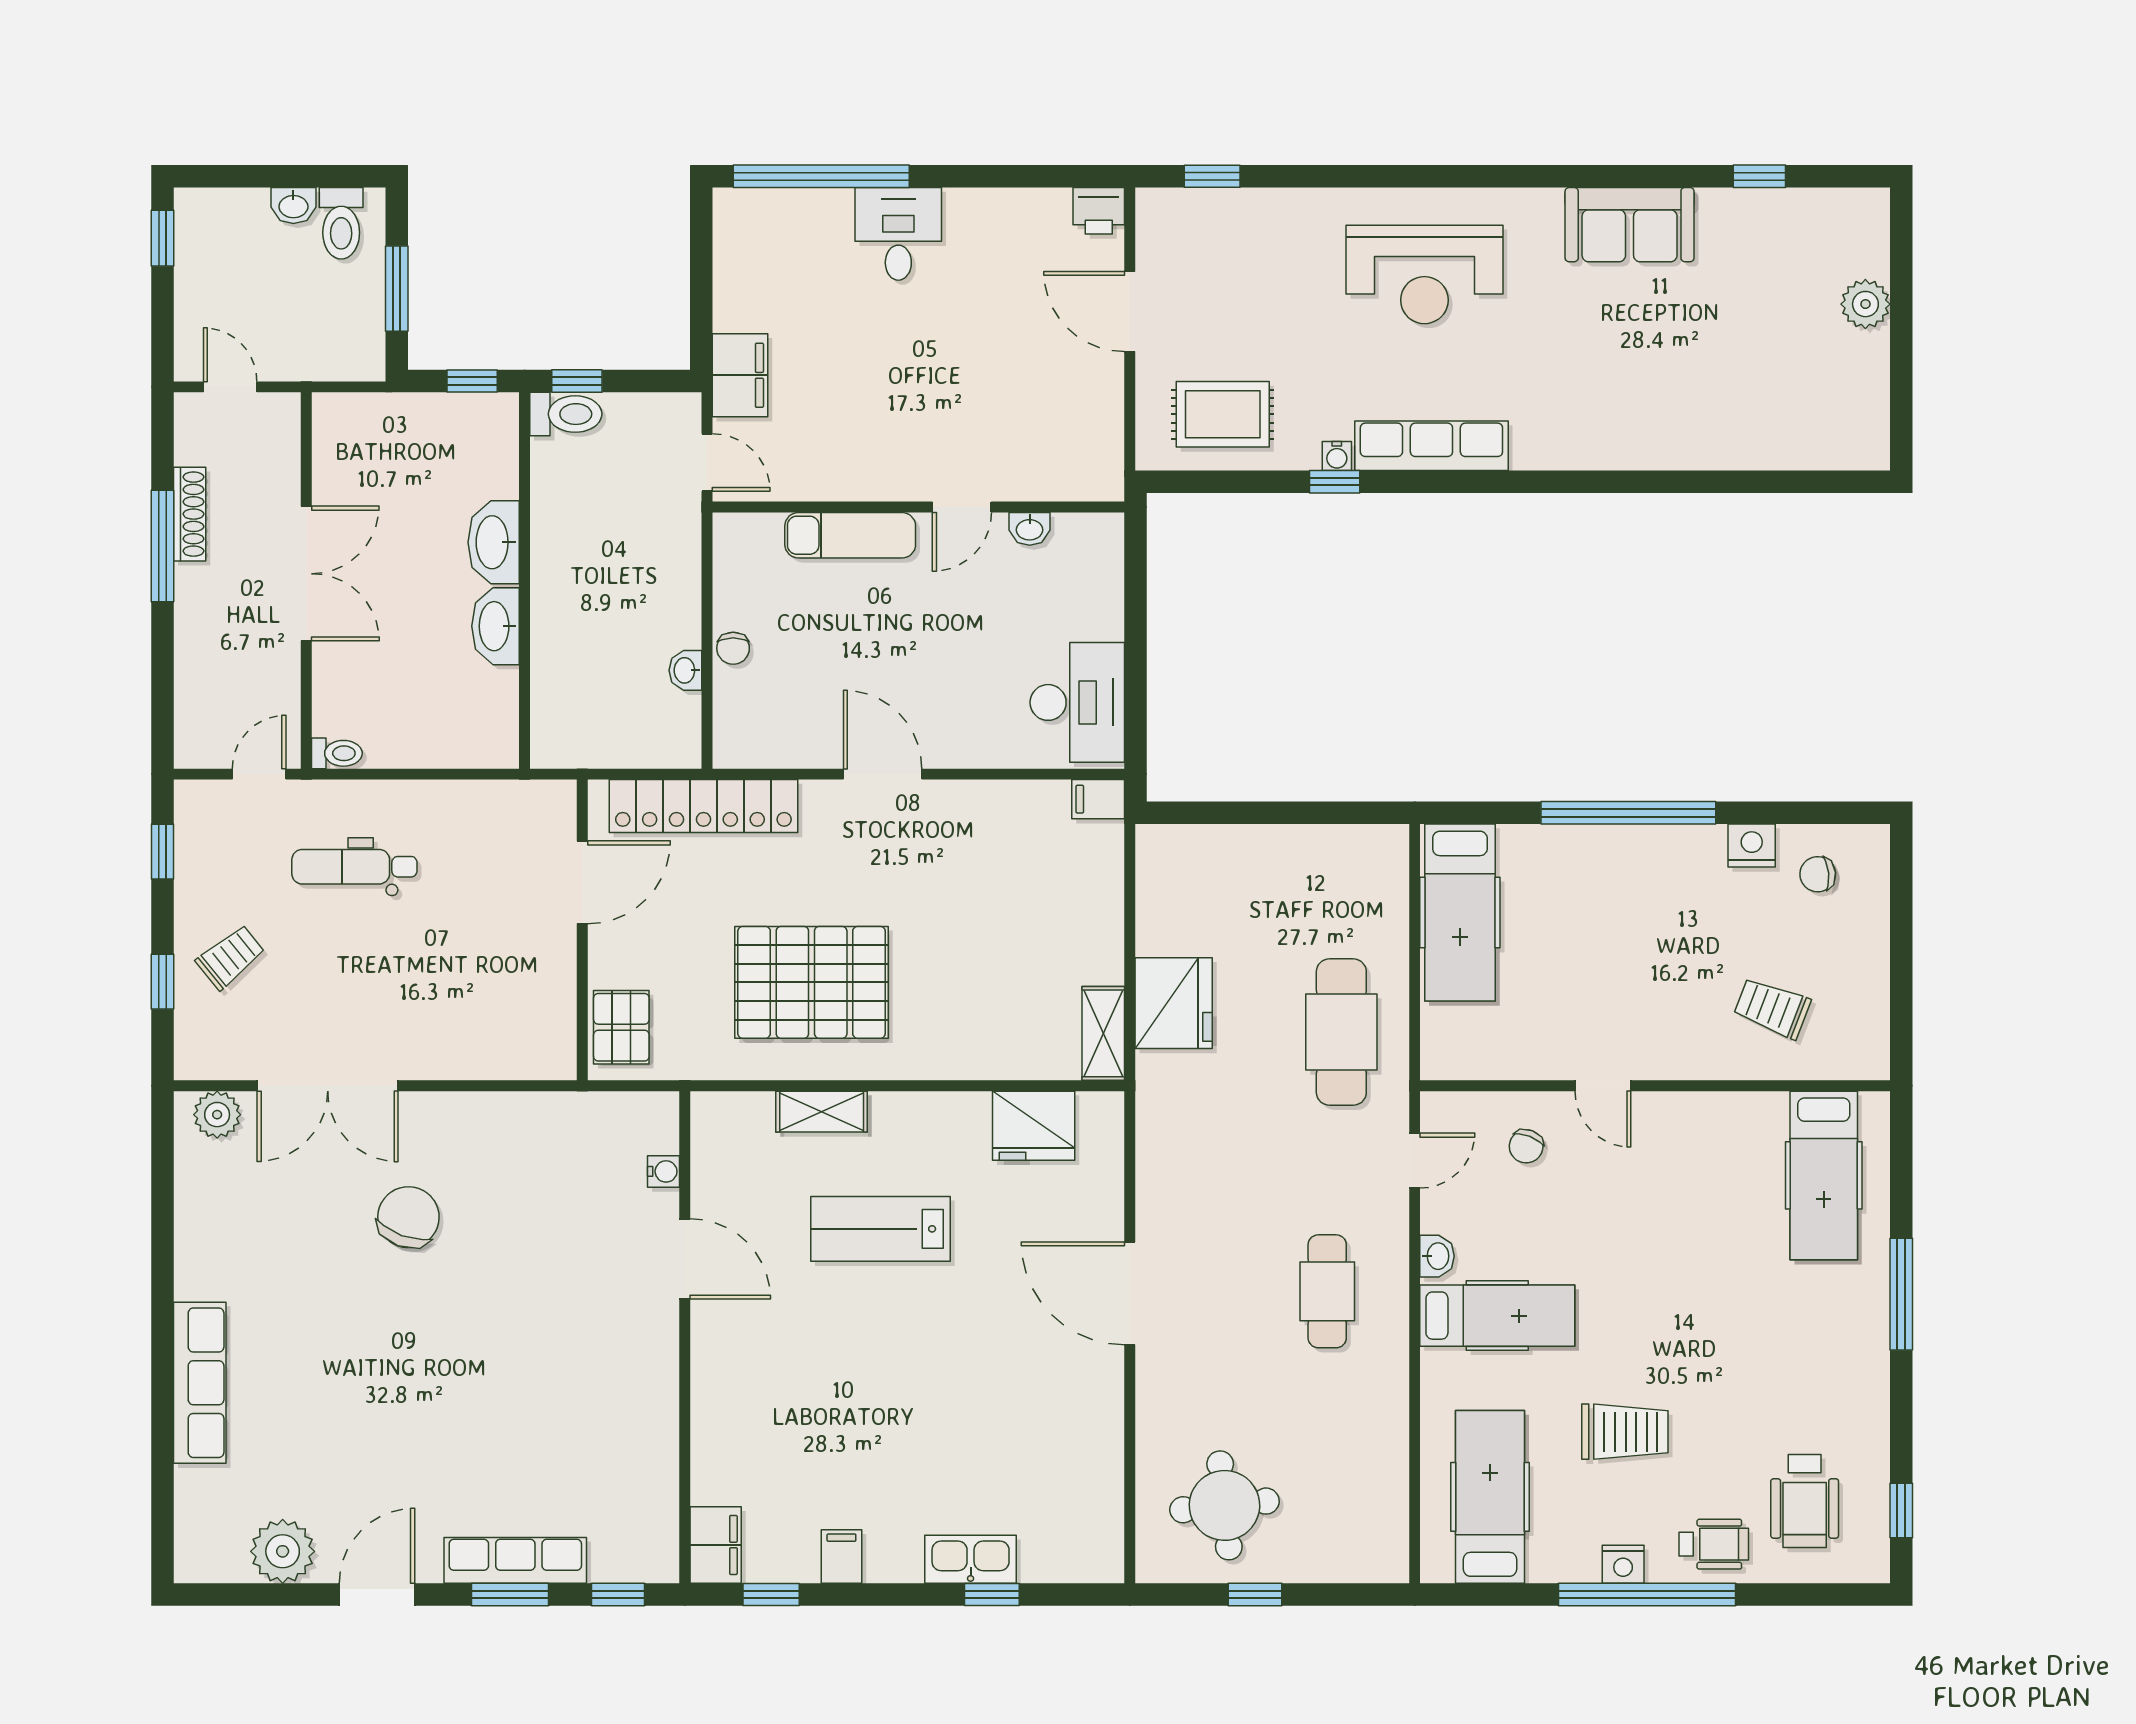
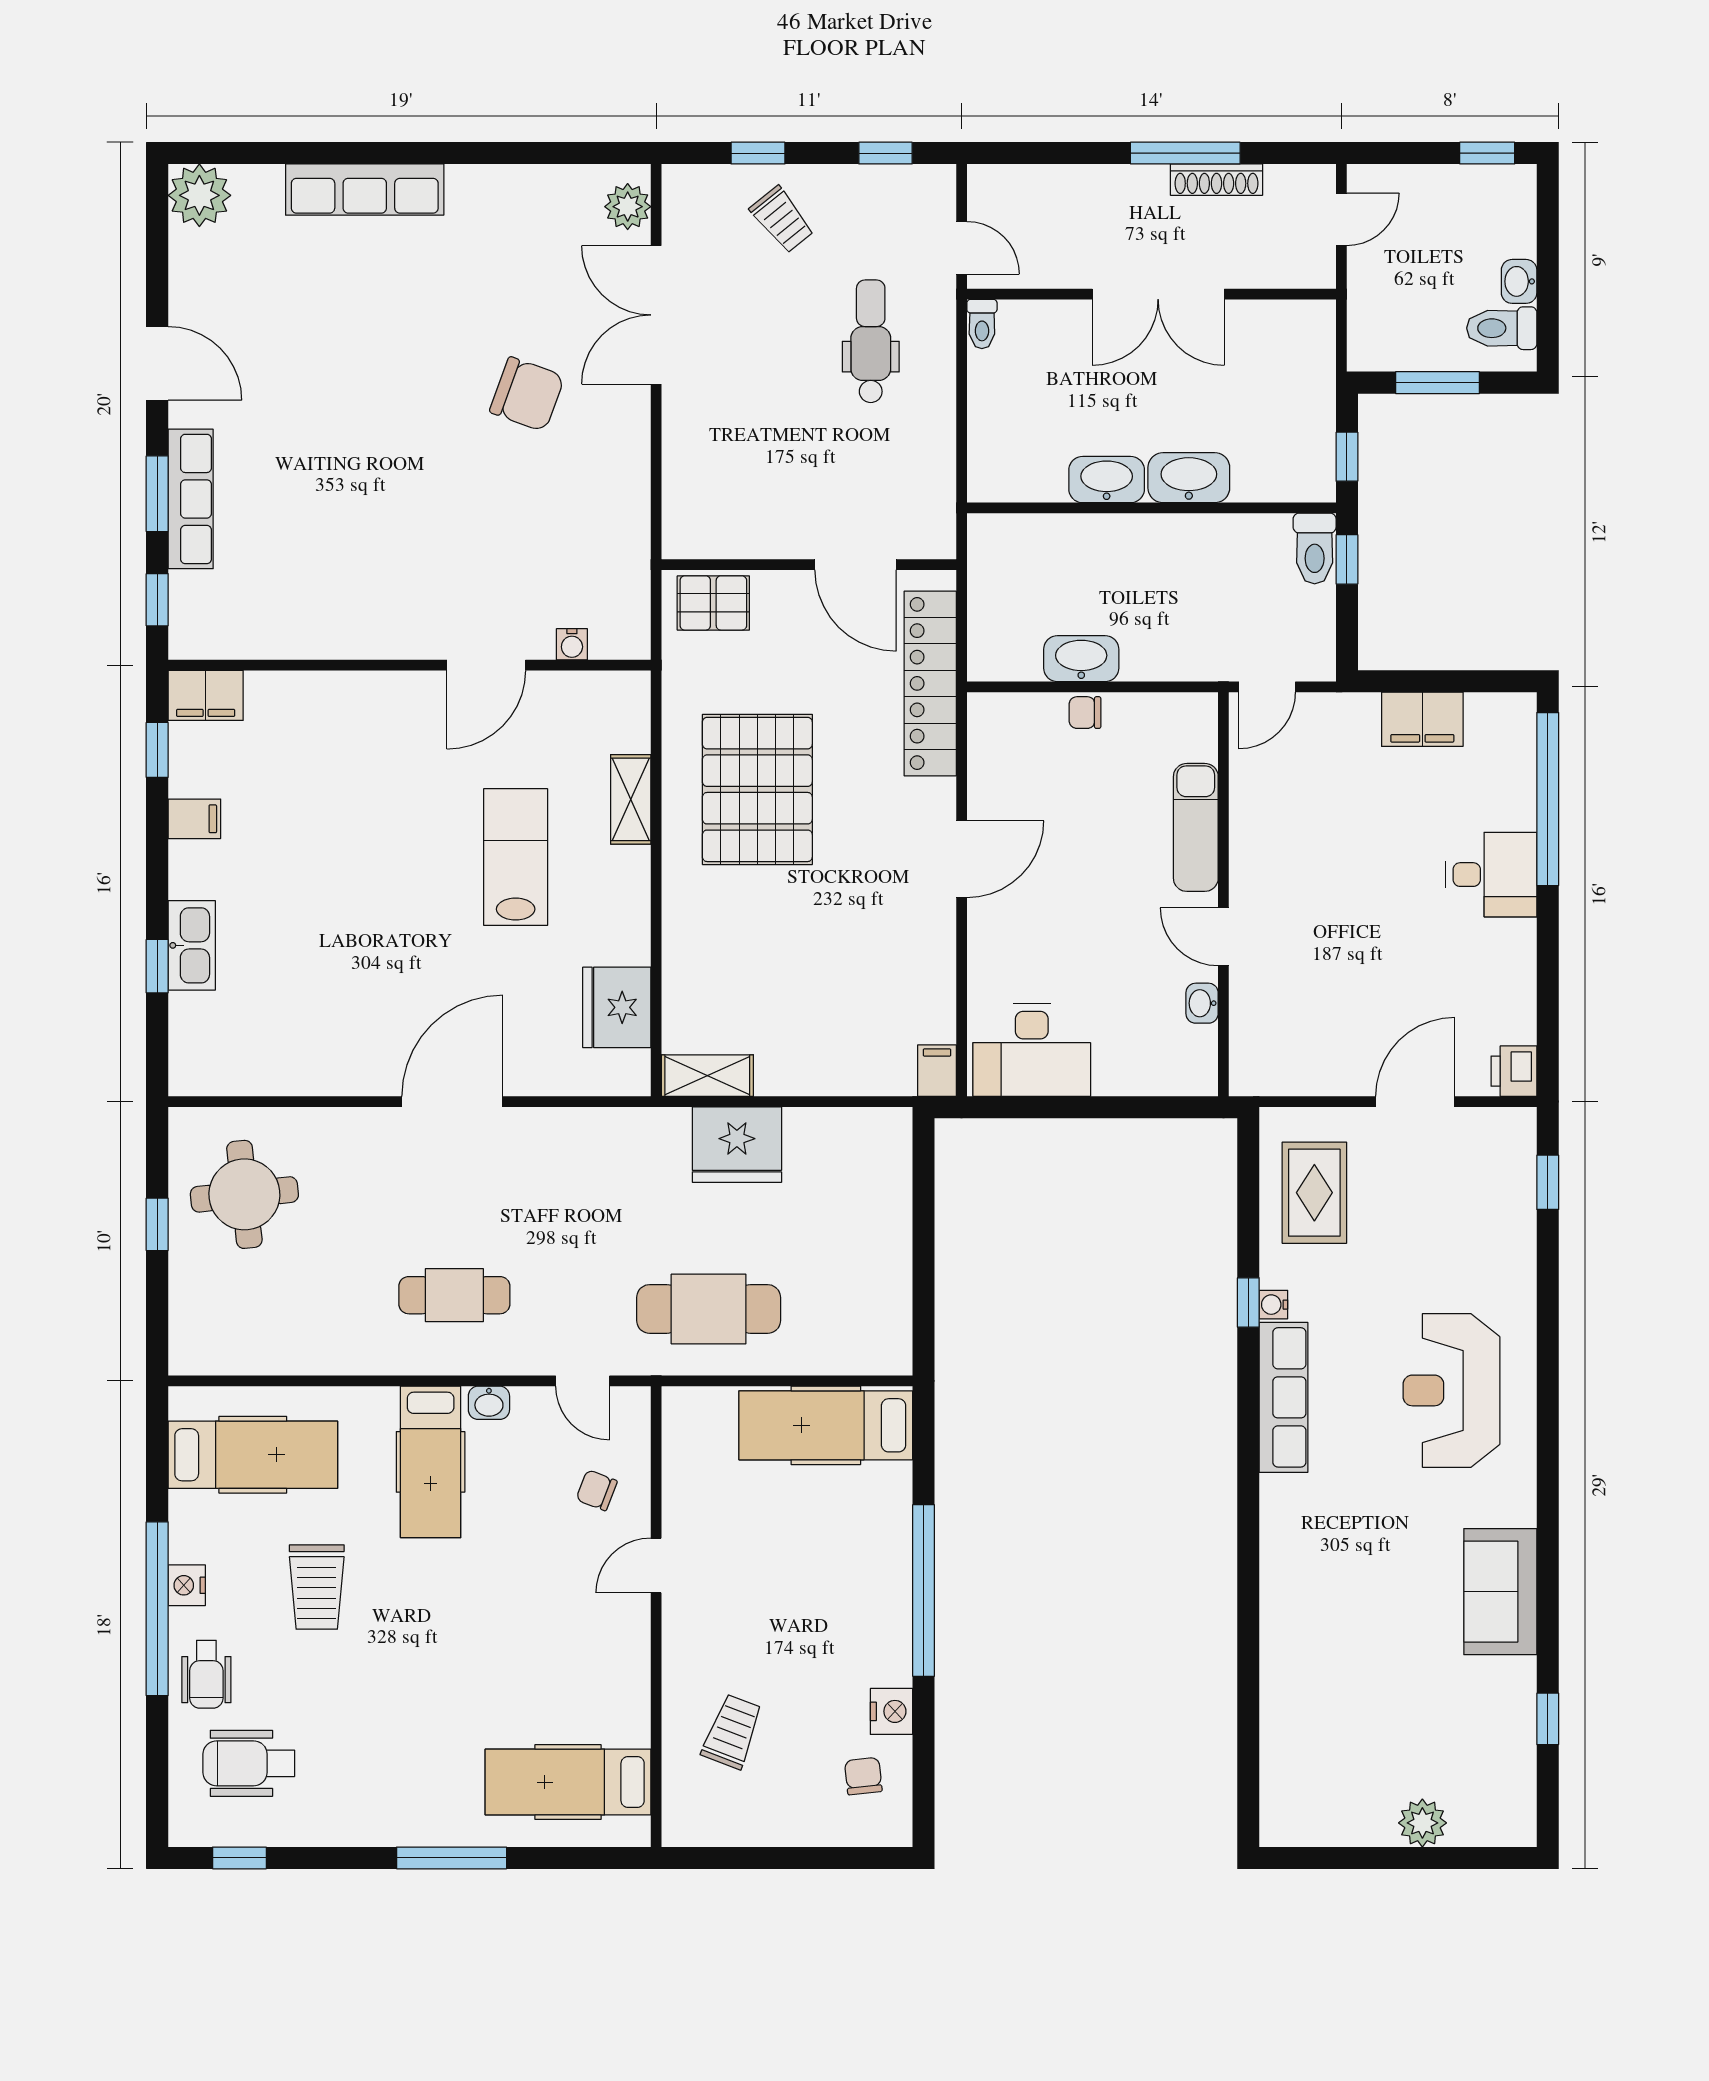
filing cabinet: (740, 375) -> (1422, 719), moved
washbasin: (685, 670) -> (1081, 659), width x1.91, depth x1.45
plant: (283, 1551) -> (199, 195), moved

